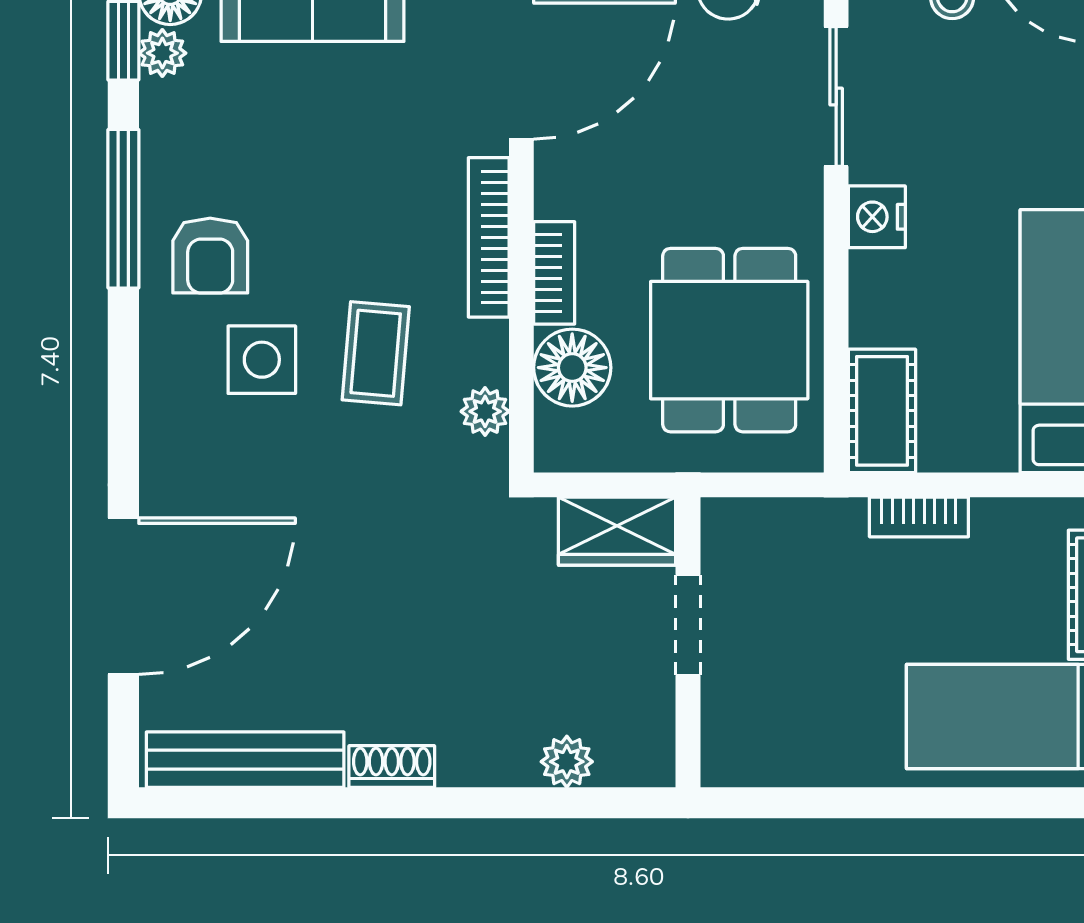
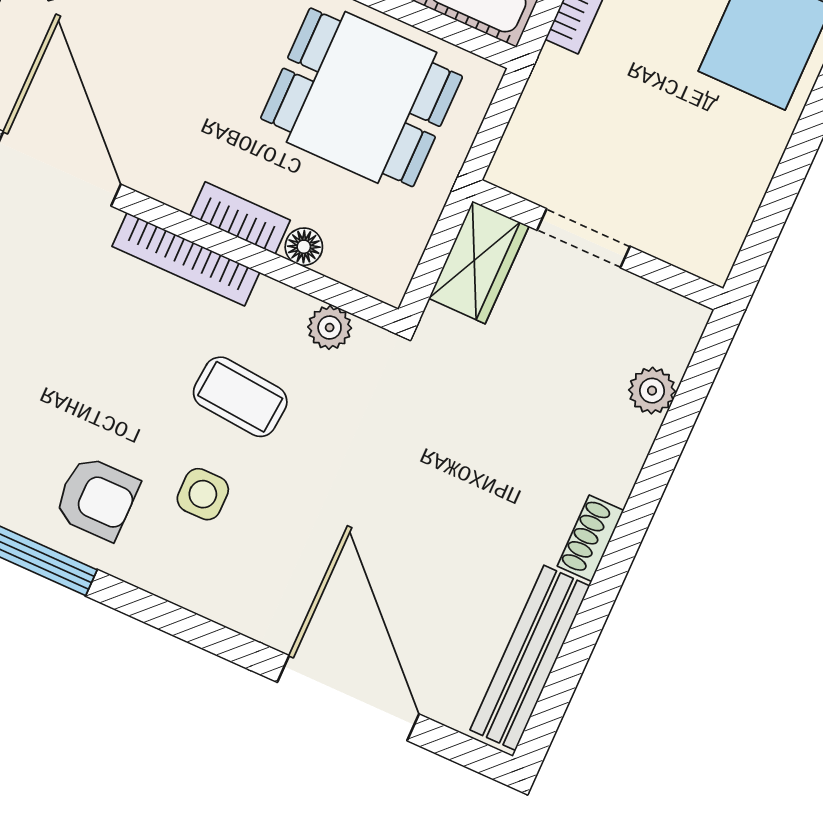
side table: (262, 360) -> (203, 494), width x0.73, depth x0.73
floor lamp: (572, 368) -> (304, 247), width x0.53, depth x0.53

